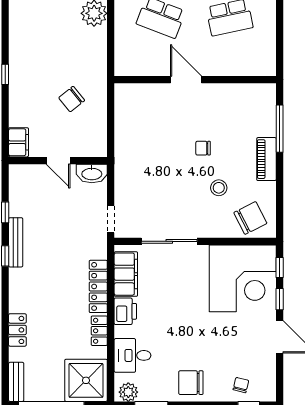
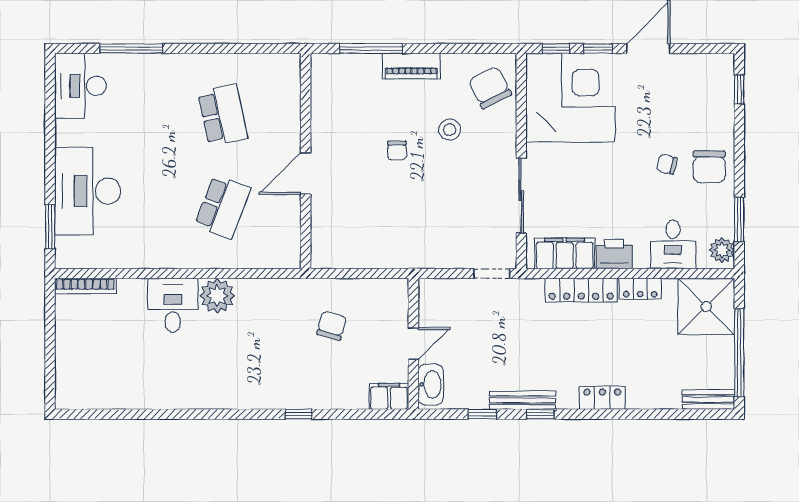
chair: (72, 99) -> (332, 326), turned -126
washbasin: (92, 173) -> (431, 384), moved
locker: (17, 330) -> (602, 398), moved
chair: (241, 385) -> (667, 164), moved

